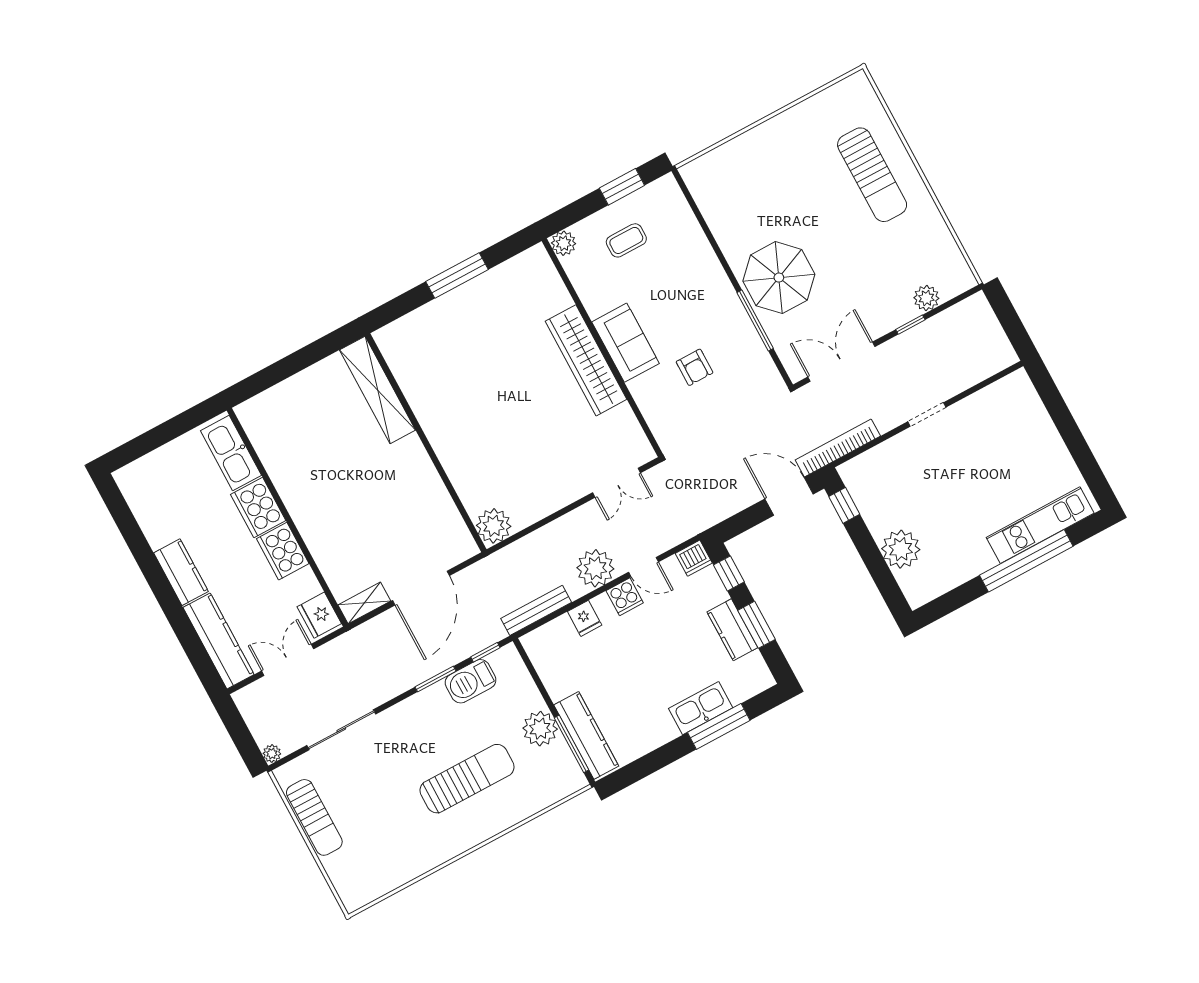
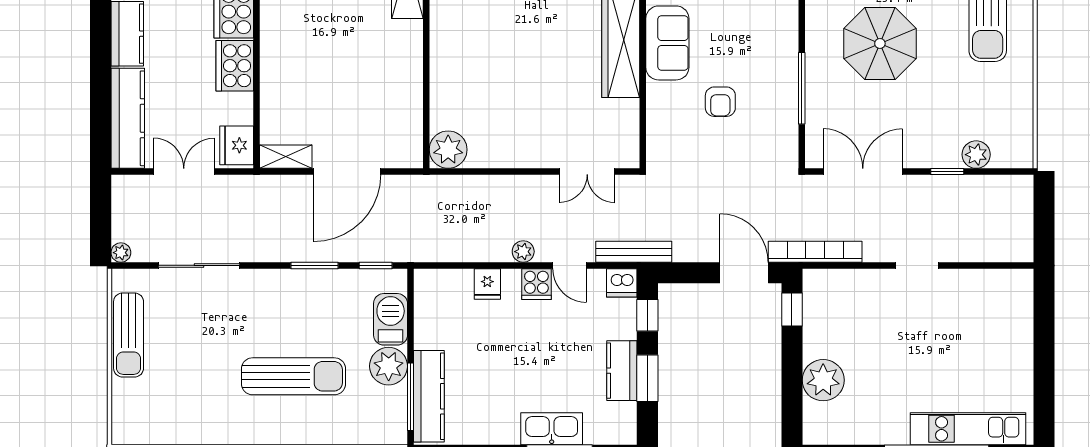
parasol: (779, 278) -> (880, 43), moved
plant: (595, 568) -> (523, 252), width x0.53, depth x0.53
bench: (536, 610) -> (634, 252), moved
barbecue: (471, 681) -> (391, 319), moved, turned 90

